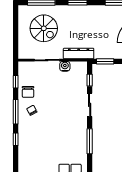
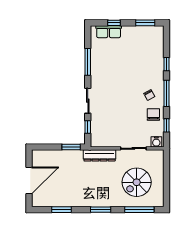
spiral stairs: (44, 28) -> (137, 182), turned -90
water cooler: (65, 66) -> (156, 142), moved

